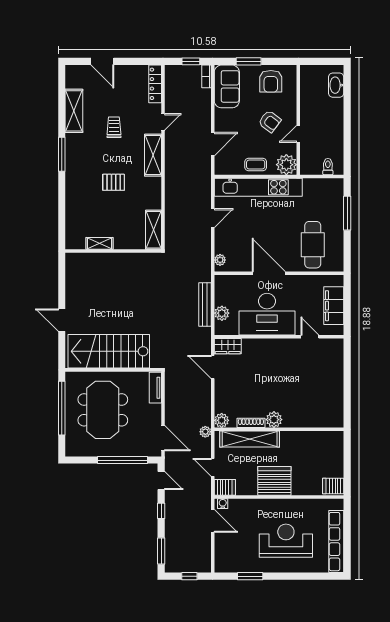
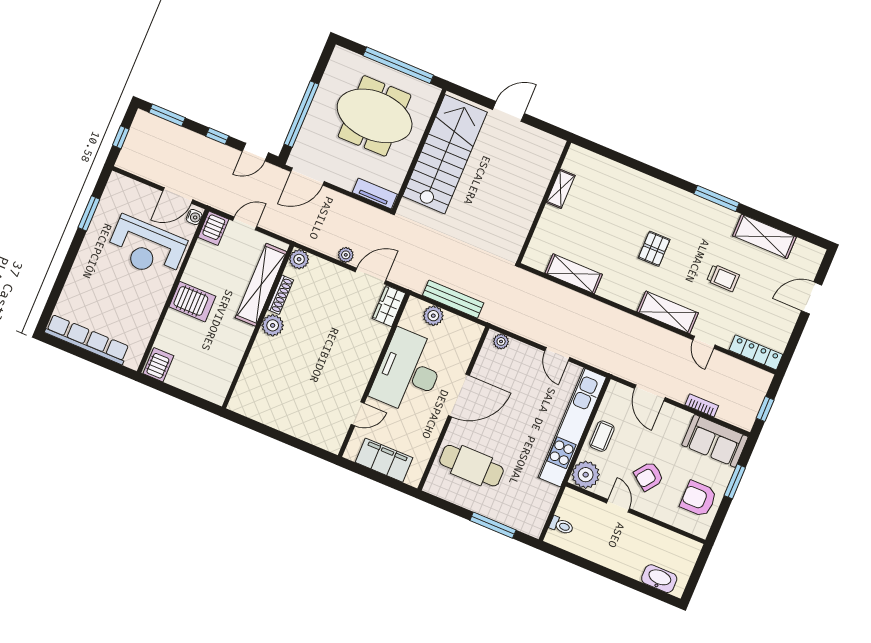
bookcase: (206, 76) -> (702, 405), moved
shelving: (100, 243) -> (561, 189), moved
wall: (113, 251) -> (544, 202), moved
plant: (205, 432) -> (346, 255), moved
server rack: (274, 481) -> (192, 302), width x0.62
reception desk: (286, 541) -> (146, 248), moved, turned 90

